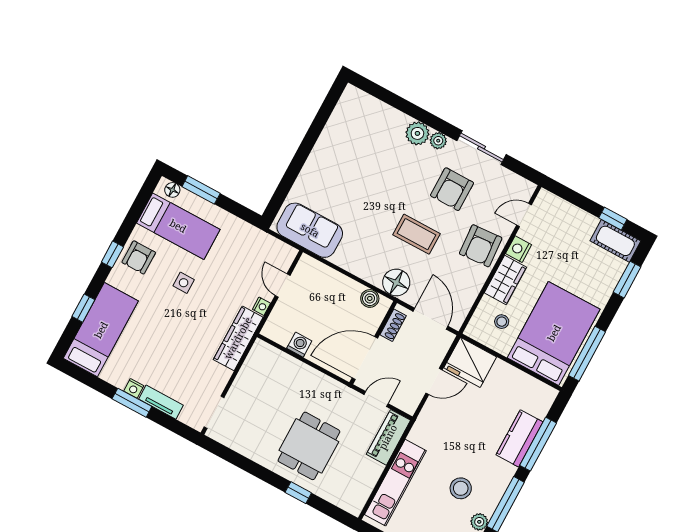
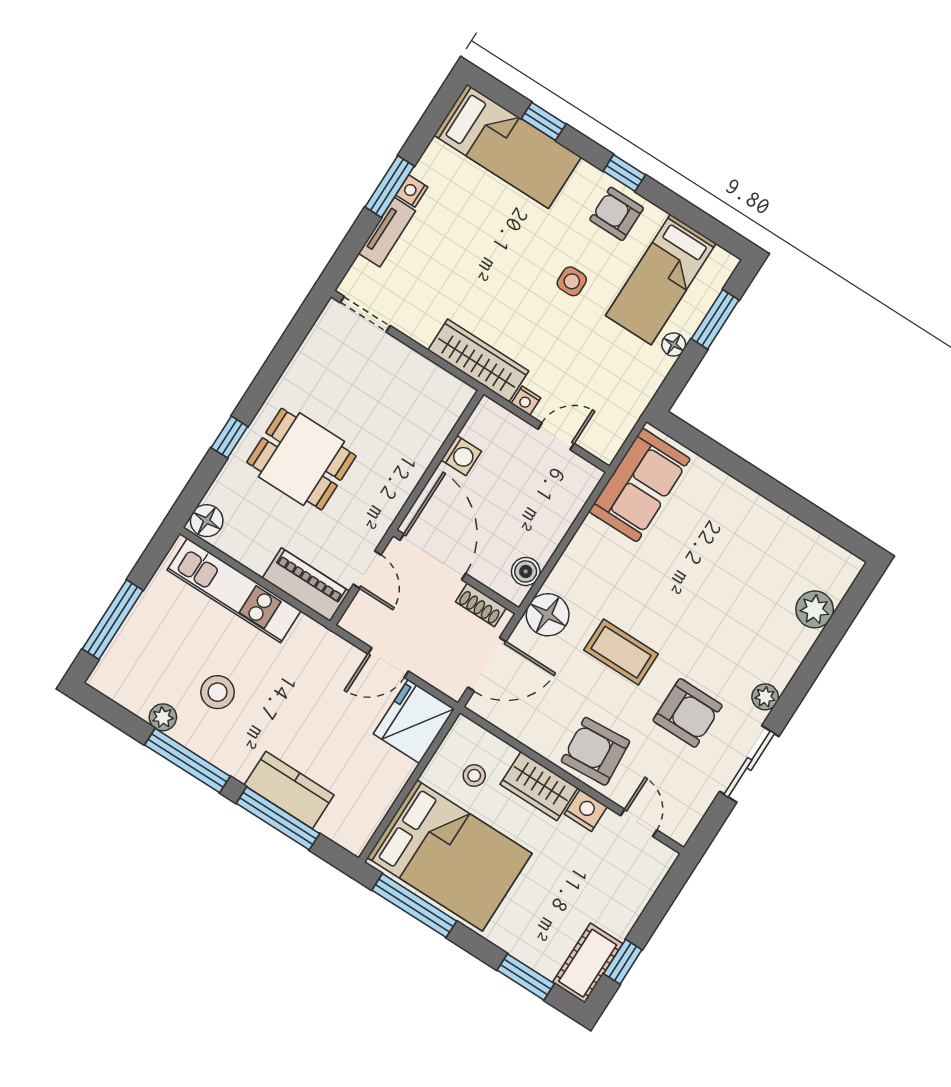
plant: (417, 133) -> (815, 609), moved
armchair: (452, 189) -> (688, 713), turned 180
floor lamp: (172, 190) -> (674, 345), moved
coffee table: (416, 234) -> (621, 652), turned 90
door: (434, 381) -> (388, 663), hinge flipped
floor lamp: (352, 503) -> (207, 521), added

